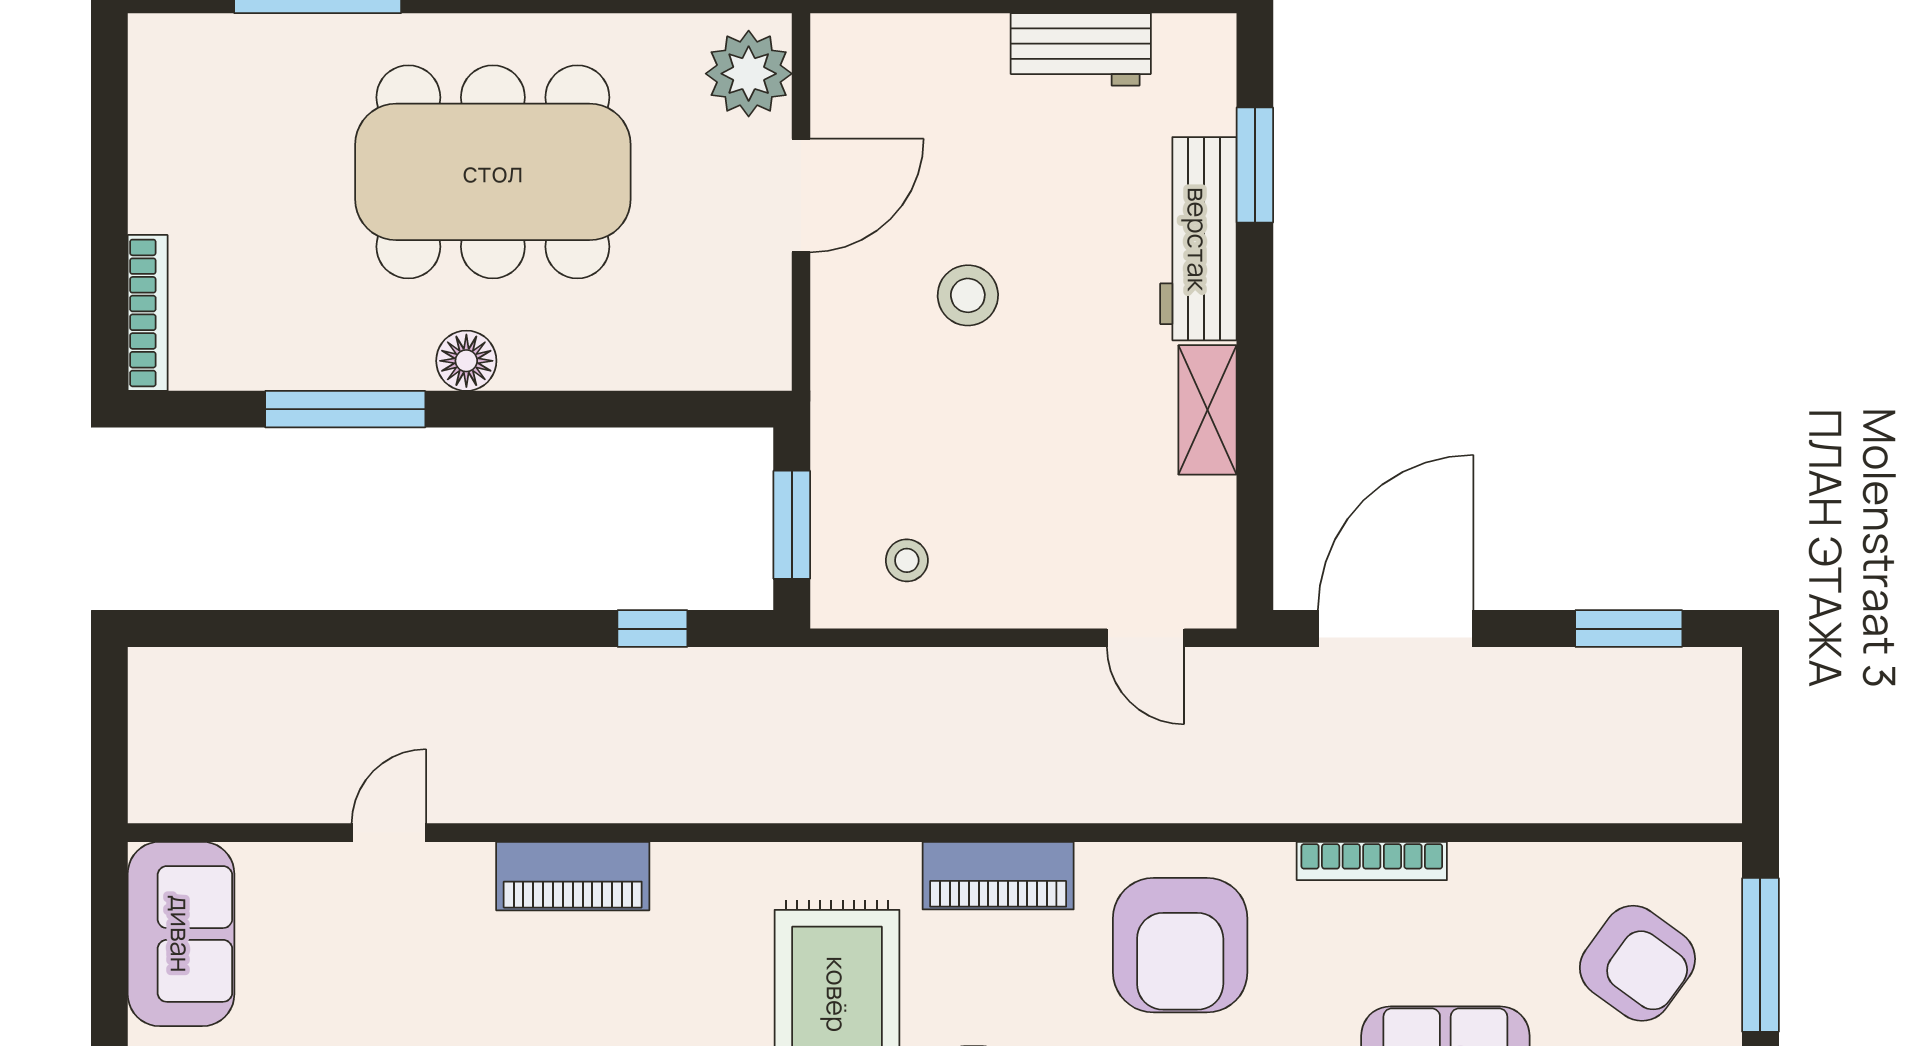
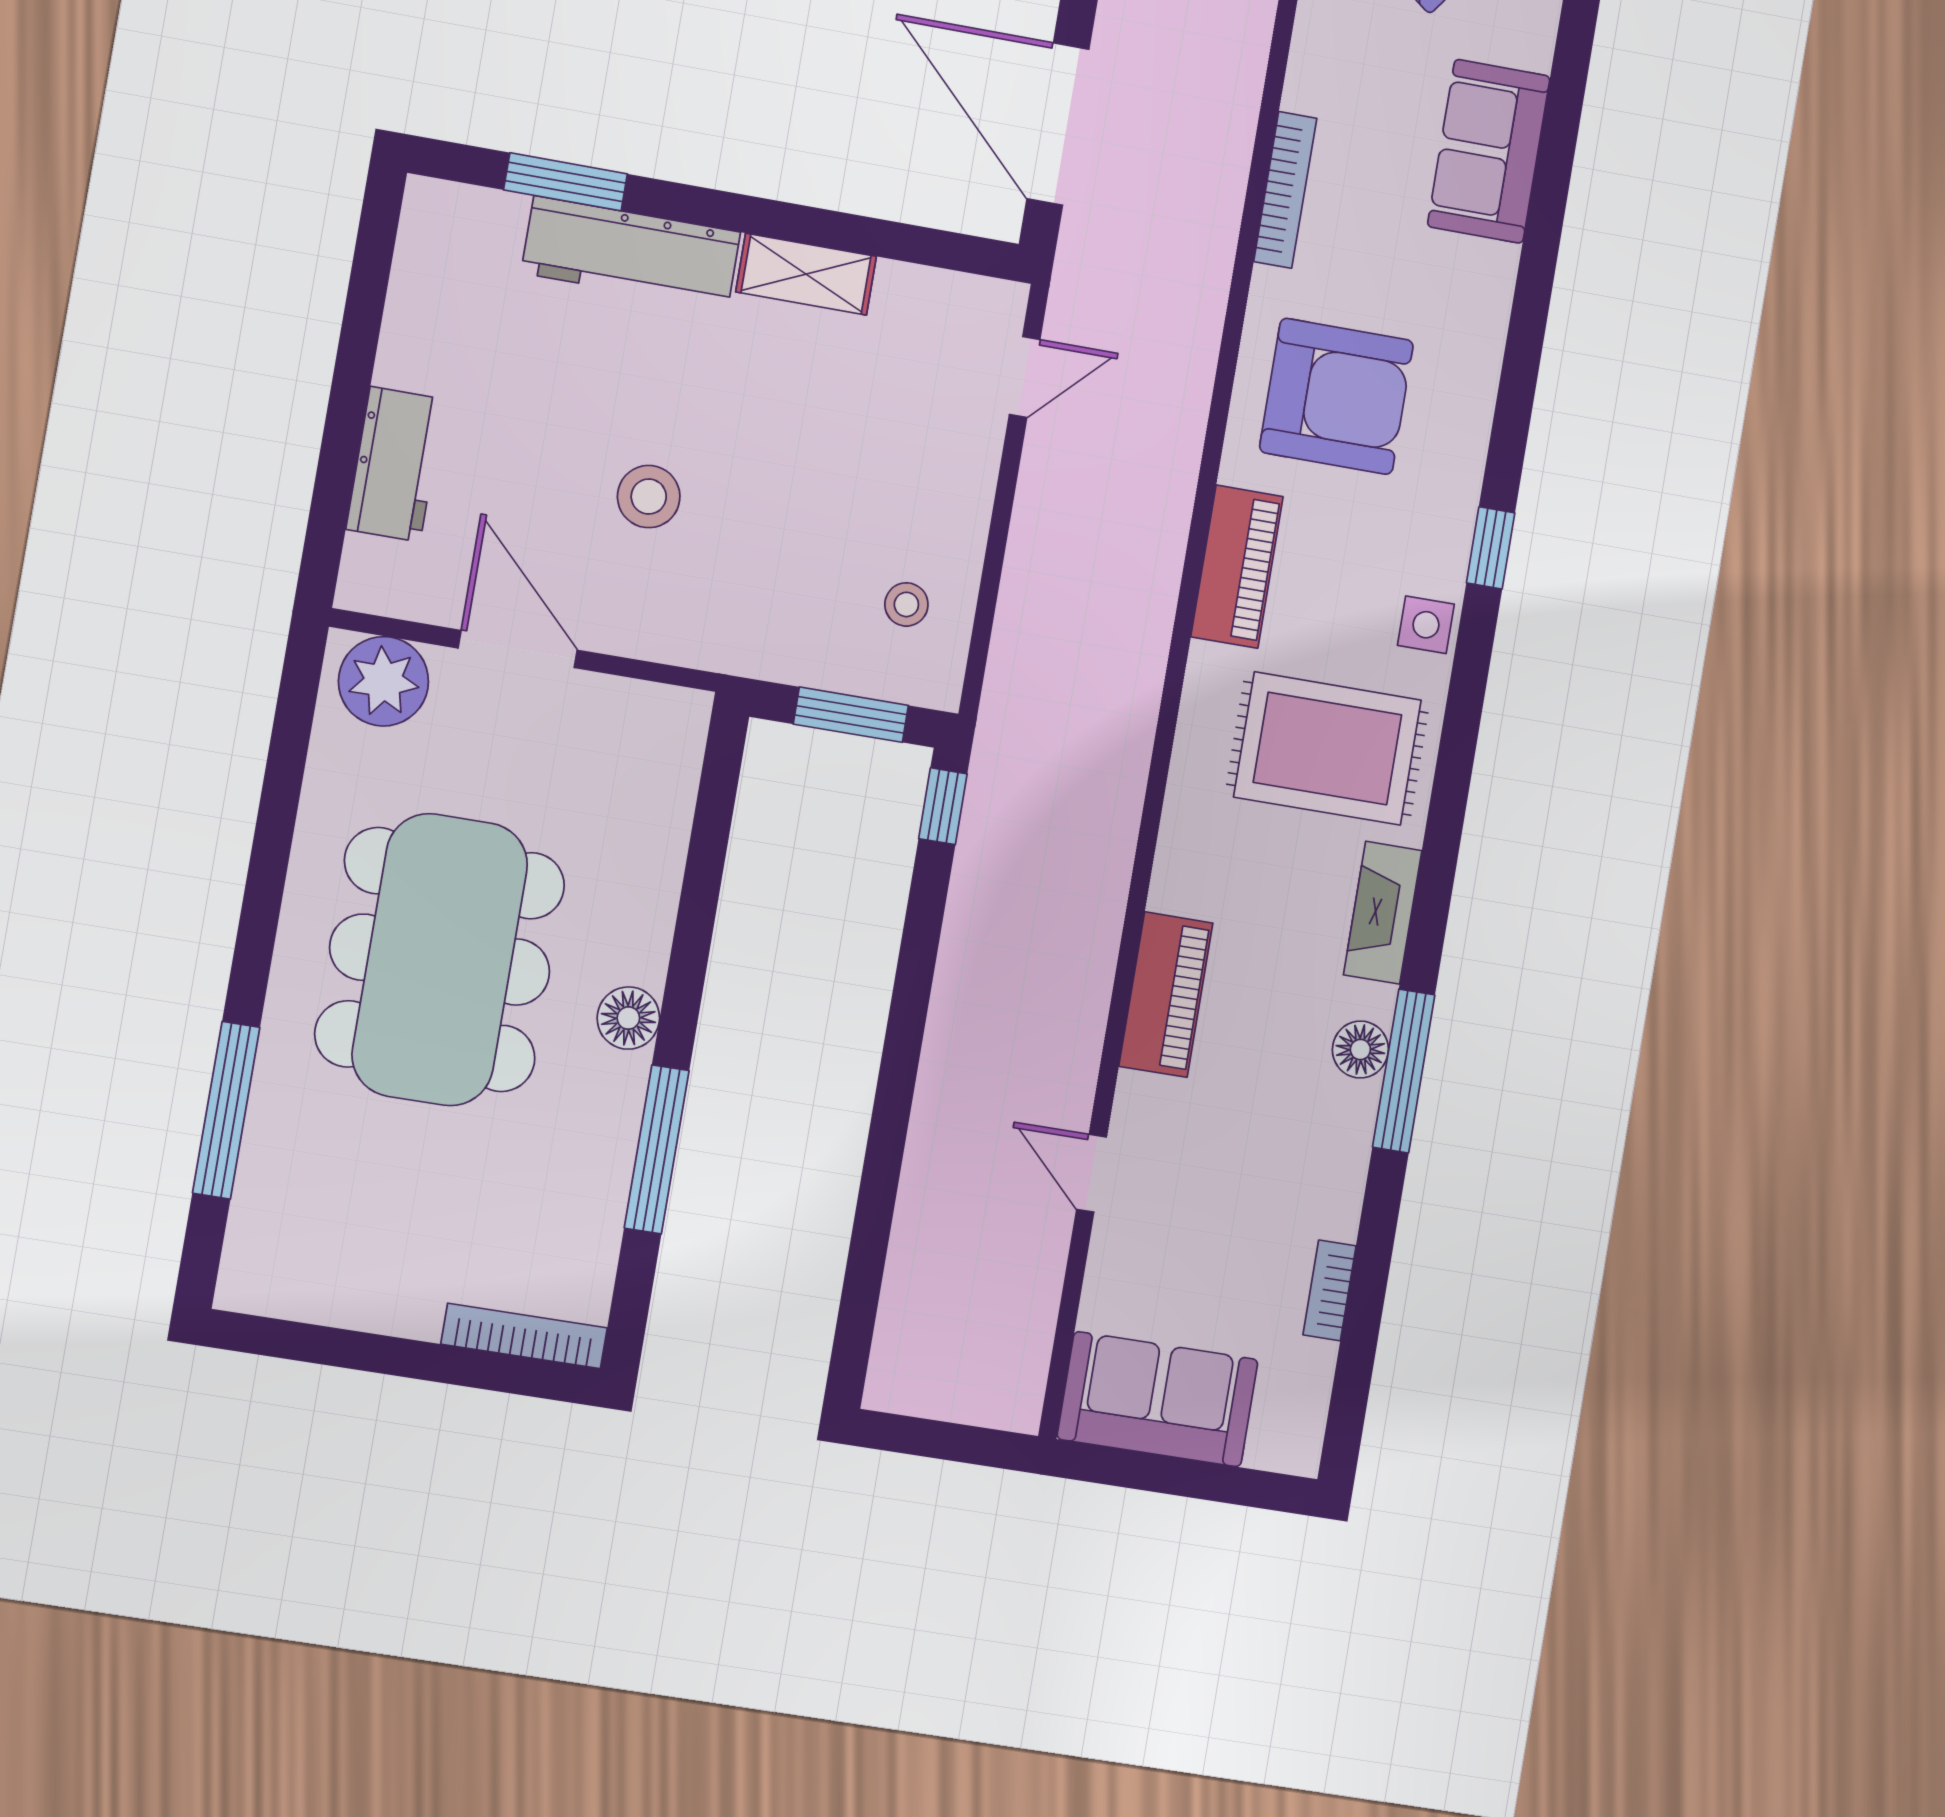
workbench: (1081, 49) -> (395, 464), moved
window: (652, 629) -> (943, 806), moved

